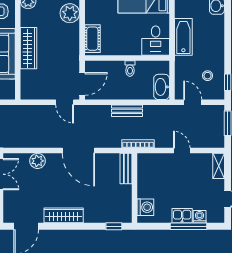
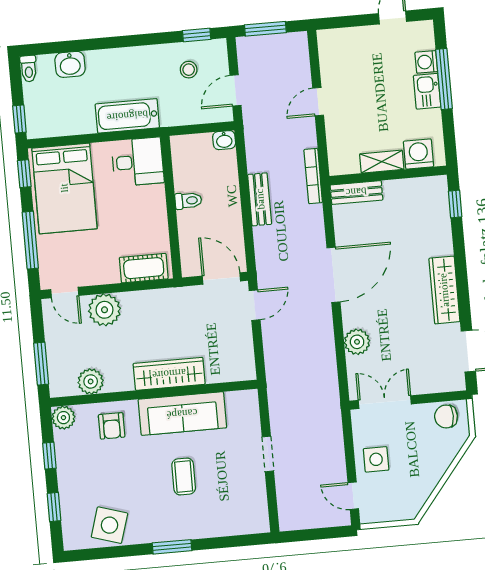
washbasin: (162, 87) -> (224, 140), width x0.52, depth x0.69
shelving: (219, 166) -> (382, 162), moved

